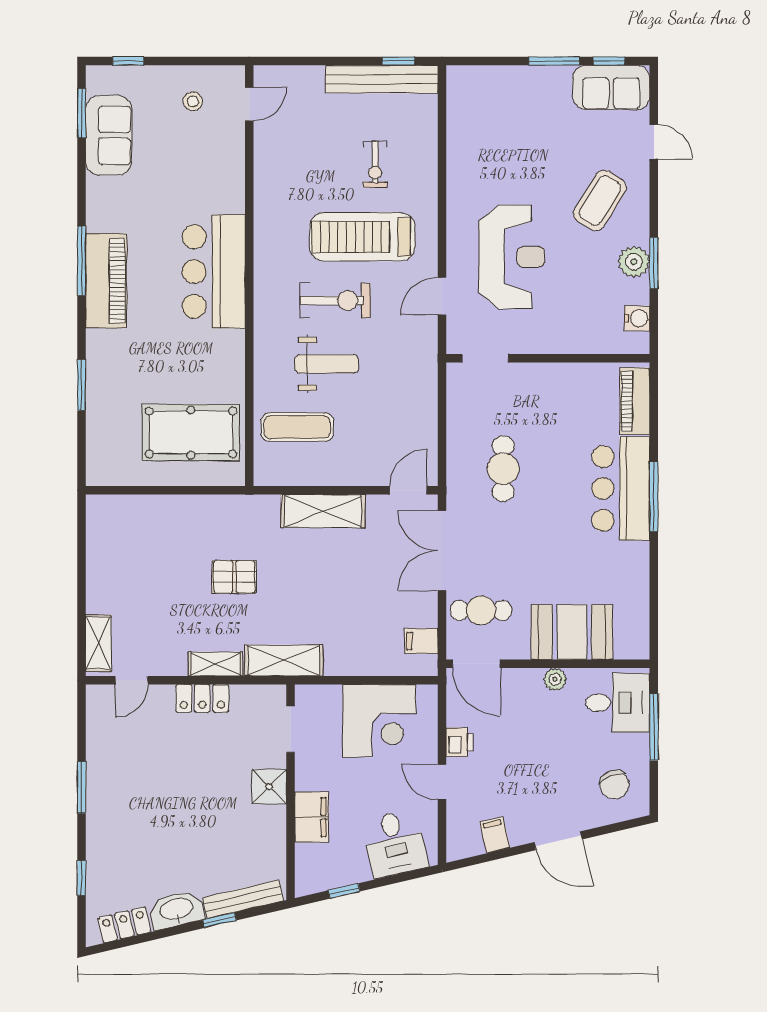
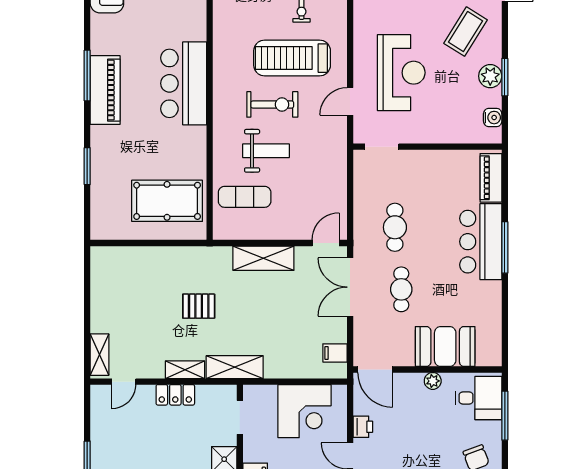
cafe table: (481, 610) -> (401, 289), moved, turned 90

